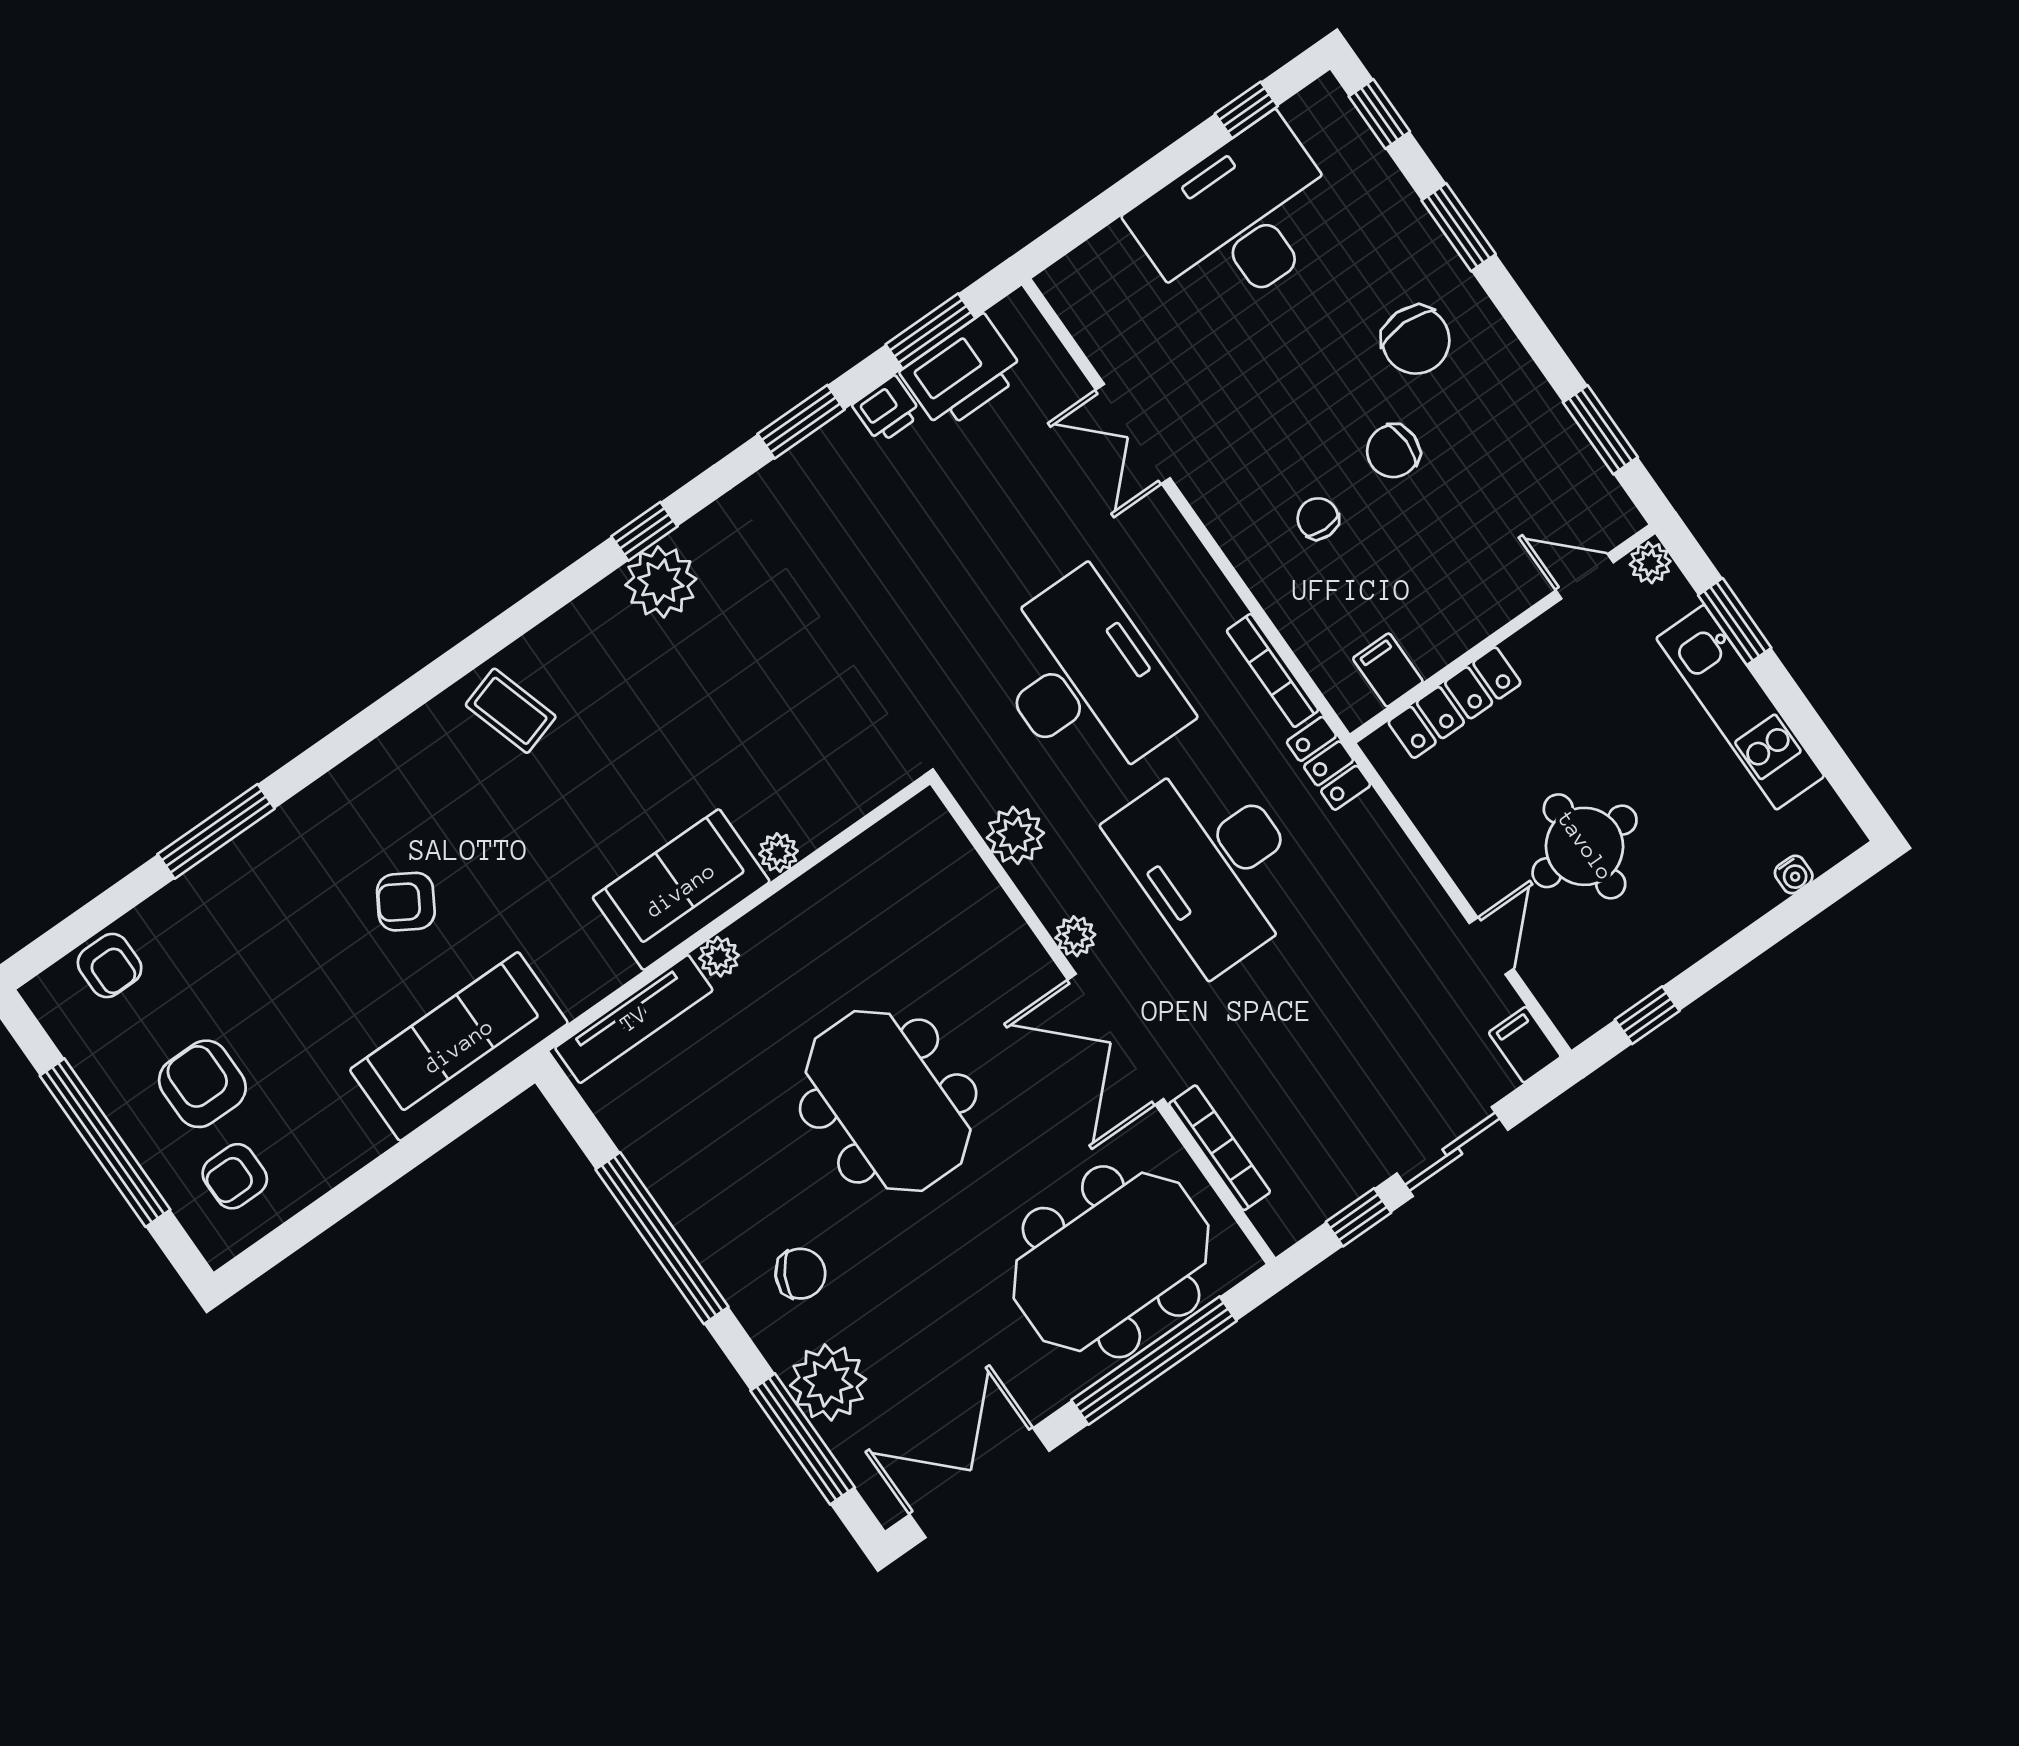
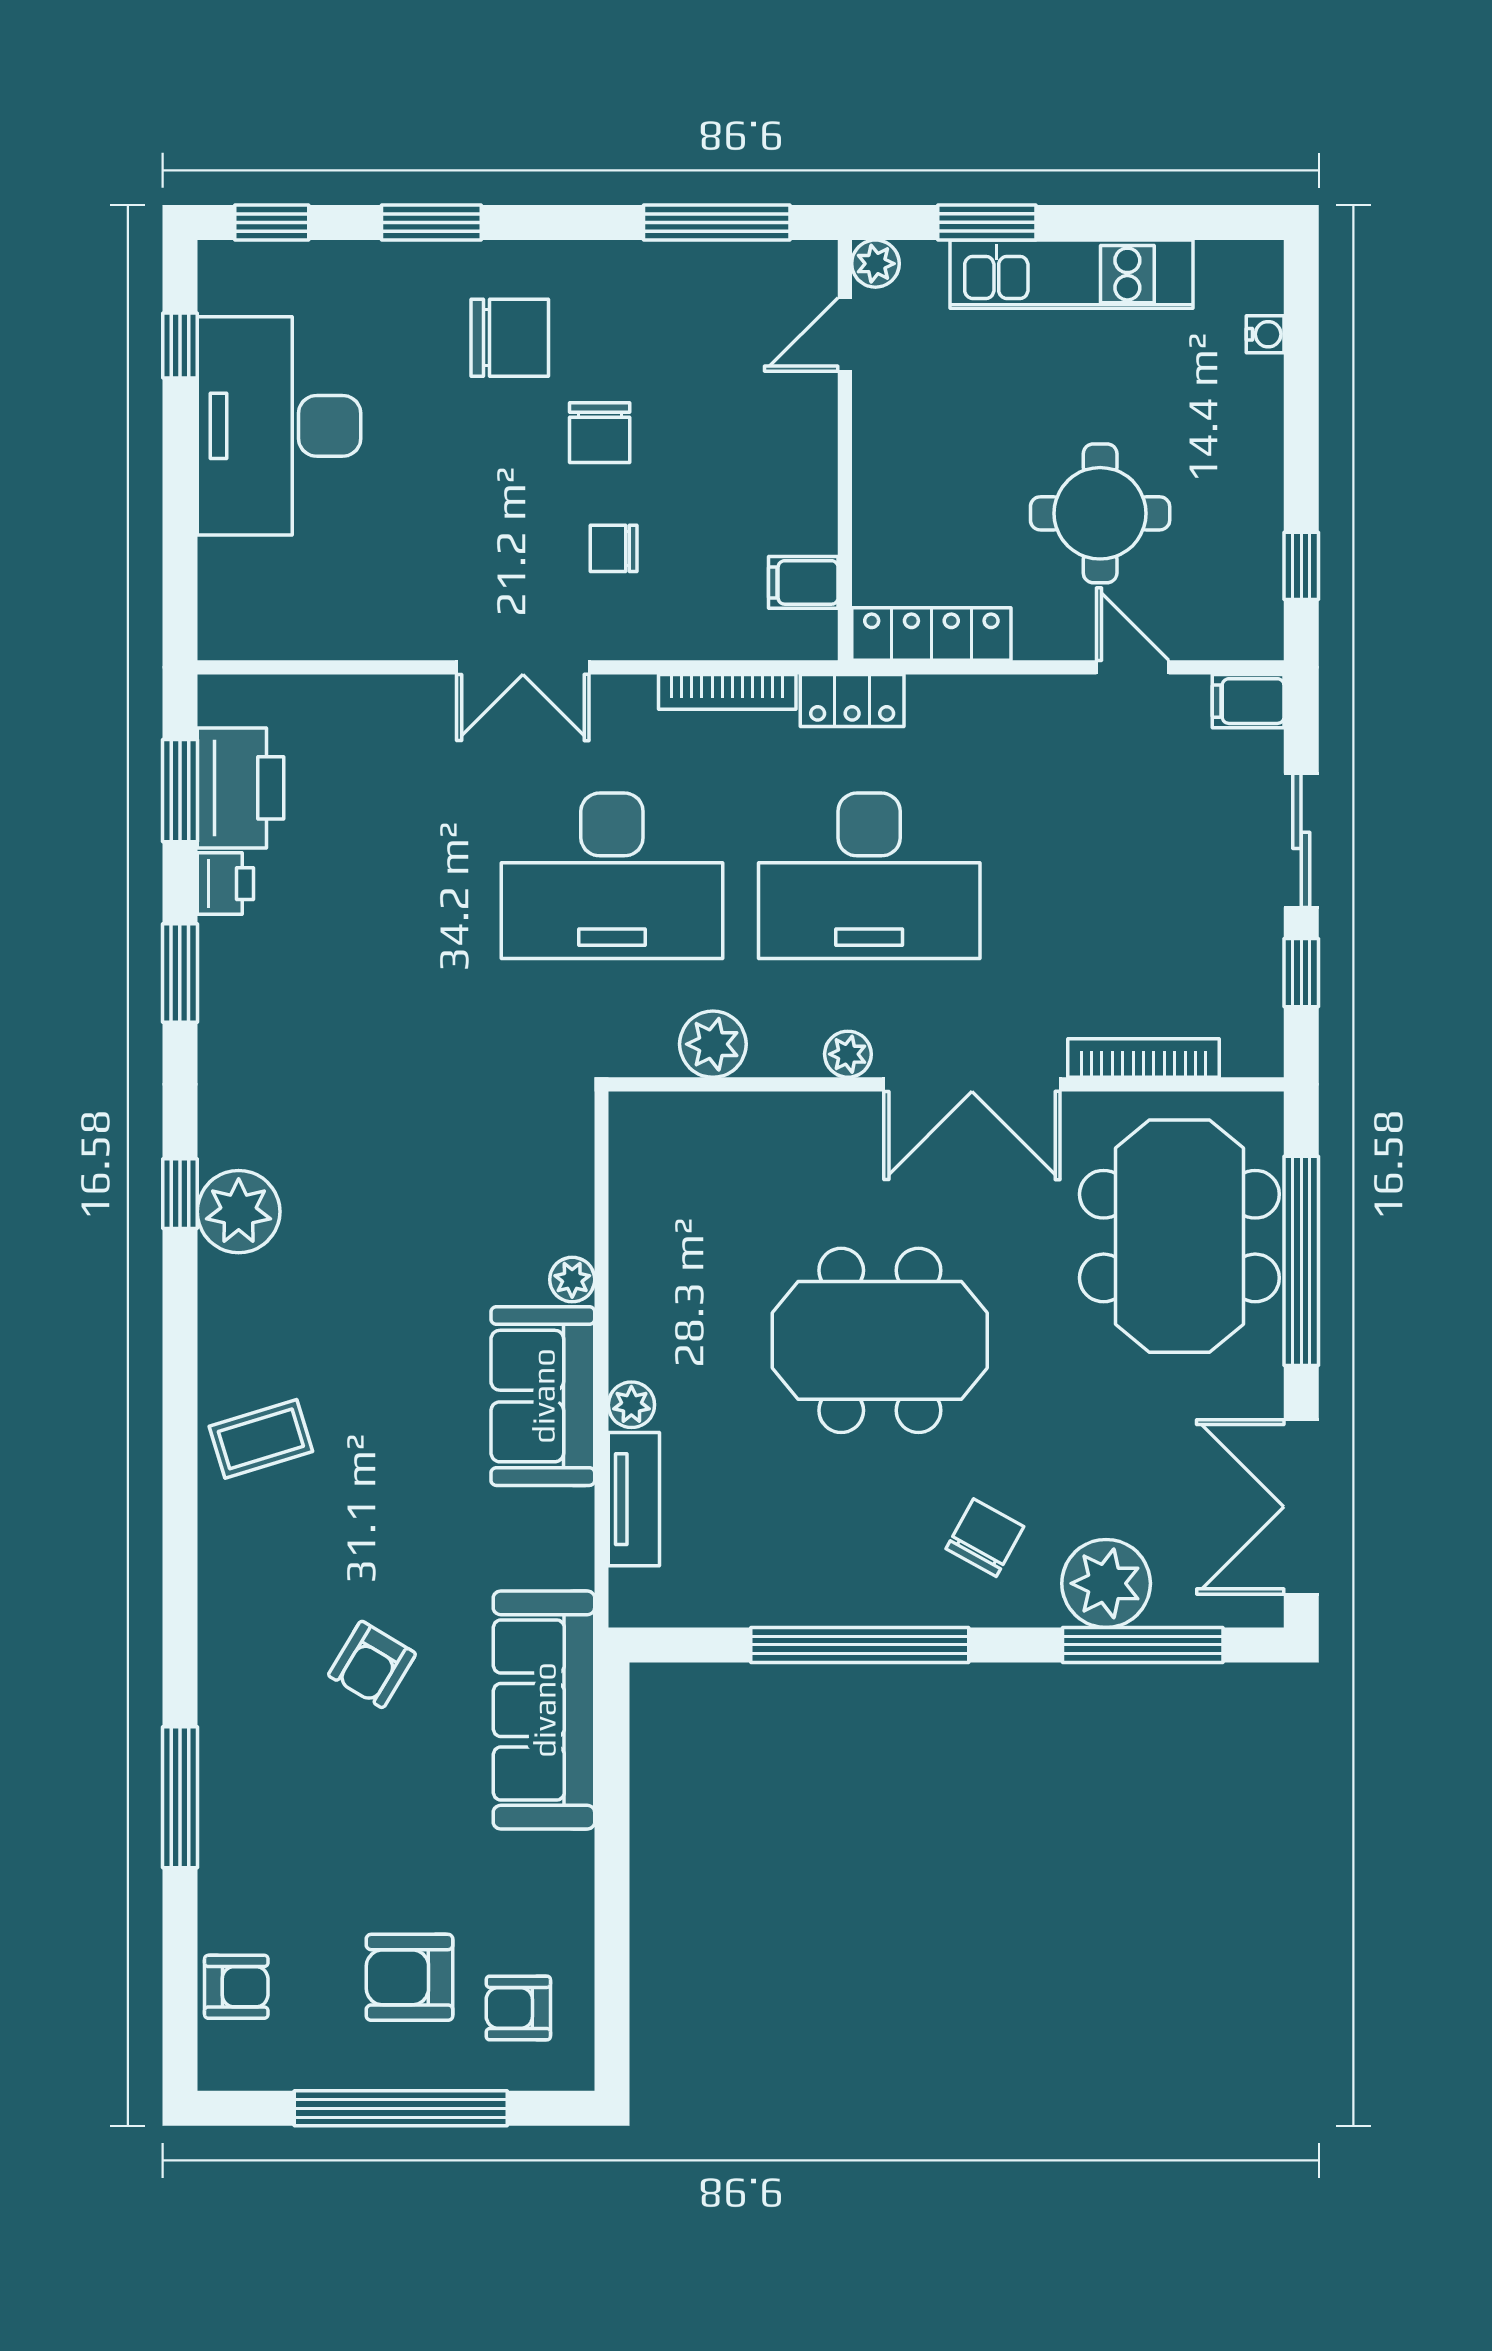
window: (1600, 430) -> (717, 222), width x1.44
double door: (1133, 434) -> (523, 667), moved
desk: (1085, 680) -> (612, 876), turned 180
locker: (1455, 703) -> (931, 634), moved, turned -90
tv unit: (634, 1019) -> (634, 1499), width x0.71
armchair: (235, 1176) -> (518, 2008), turned 90

